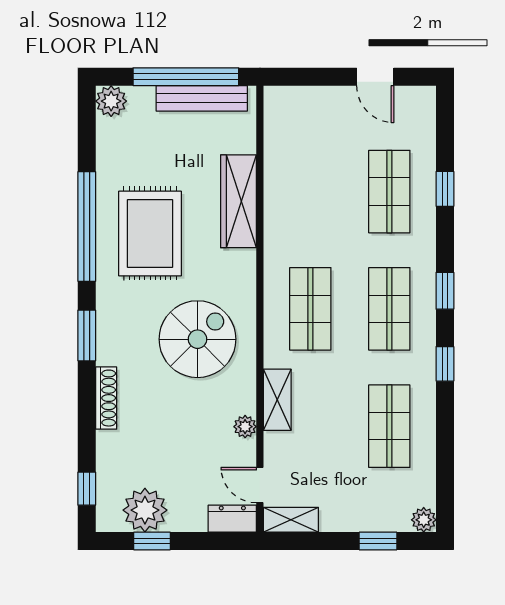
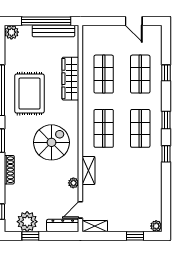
shop shelf: (389, 426) -> (104, 74), moved
door: (260, 485) -> (80, 210), hinge flipped
dresser: (232, 519) -> (63, 225), width x1.44

